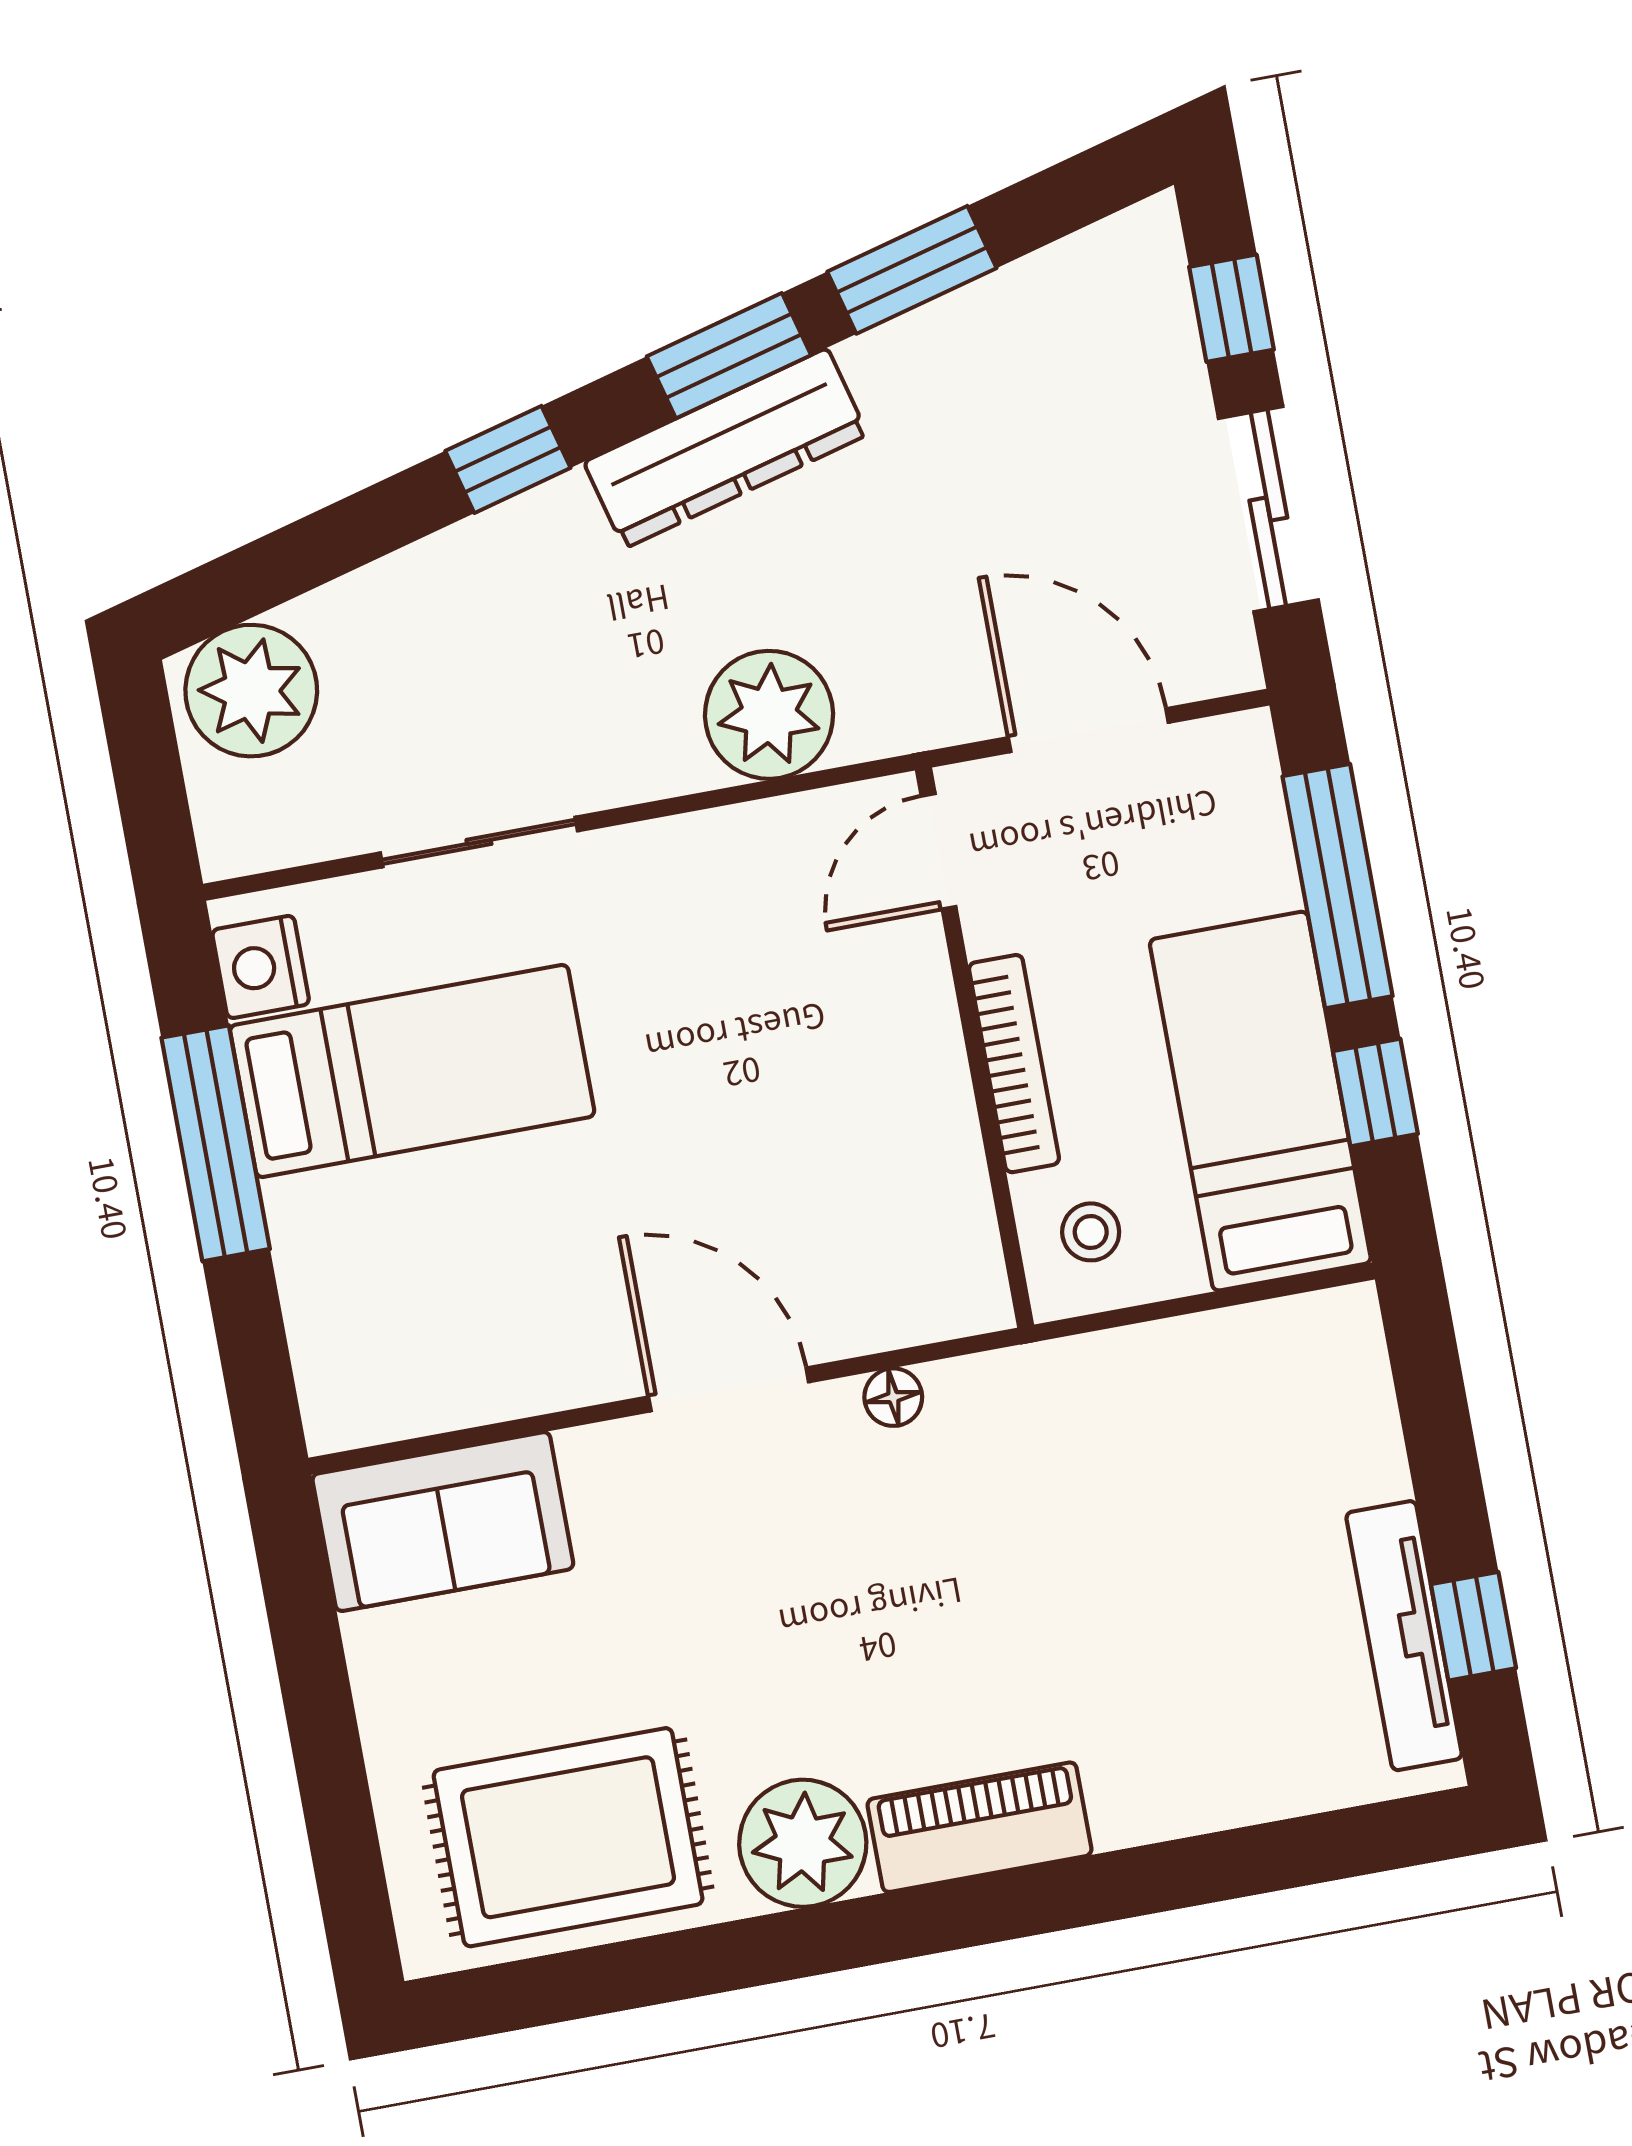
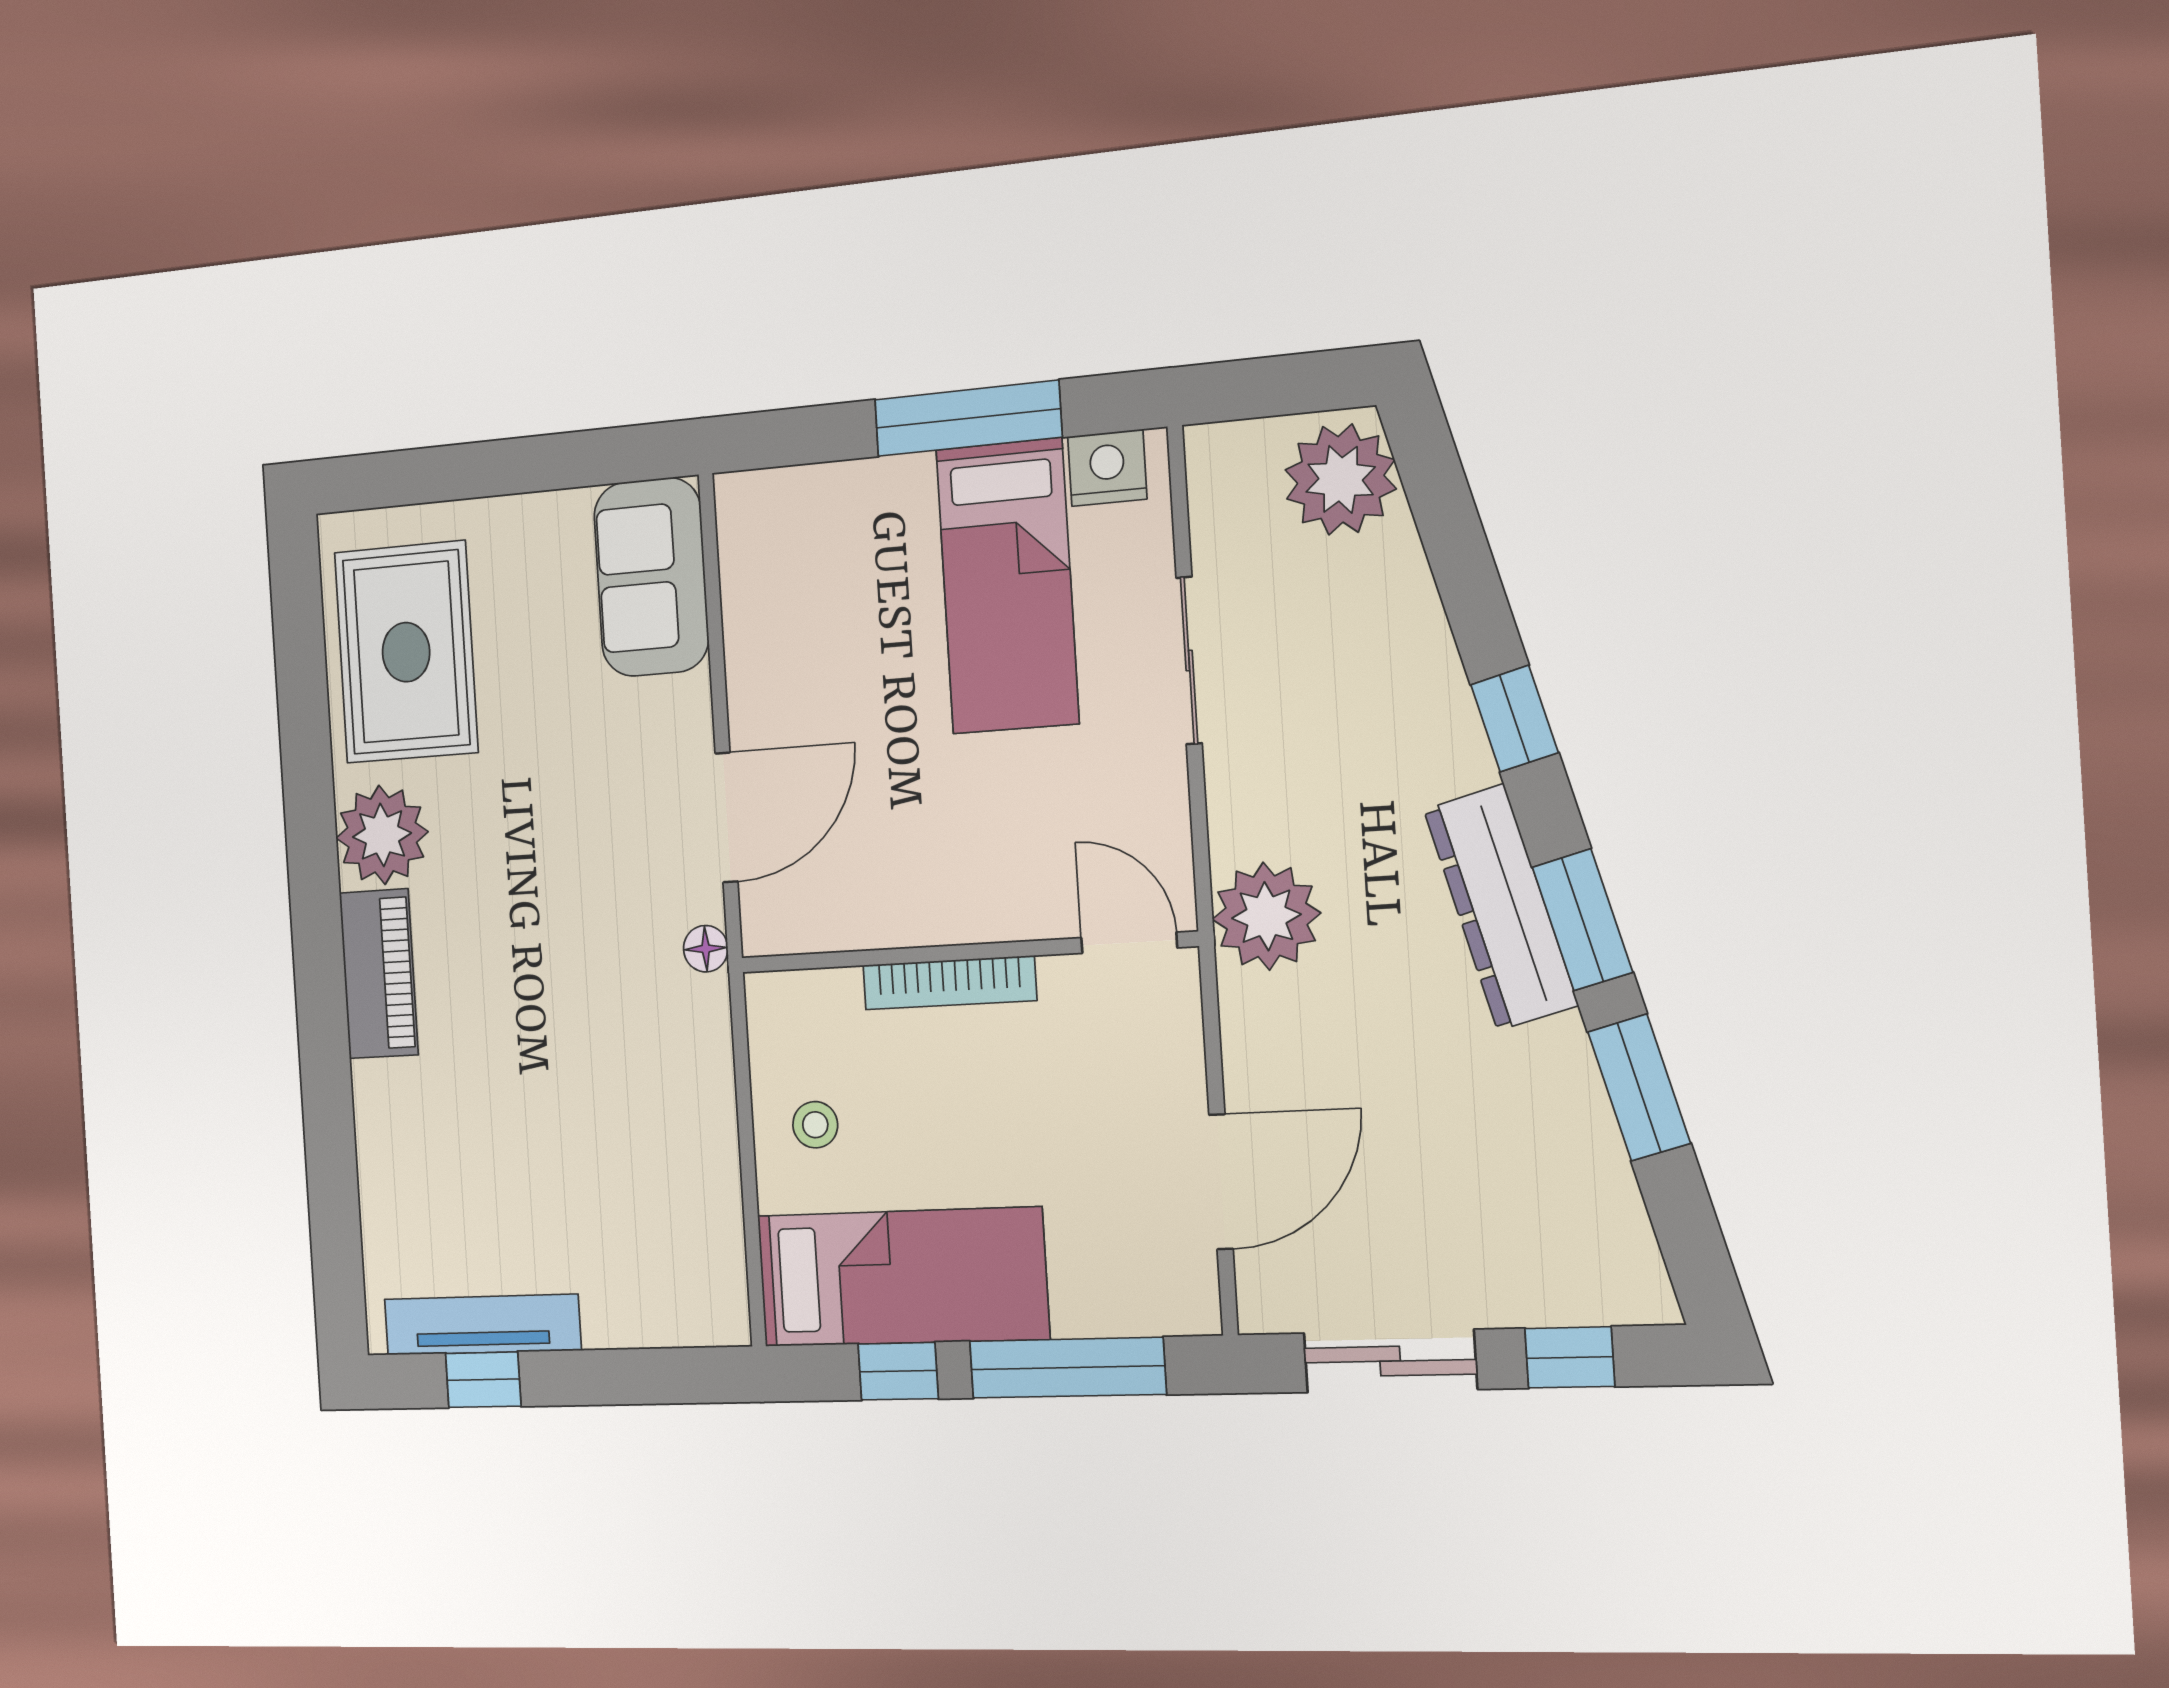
door: (939, 851) -> (1129, 943), moved
wall: (975, 1048) -> (966, 952), moved
bookcase: (1014, 1064) -> (949, 983), moved

